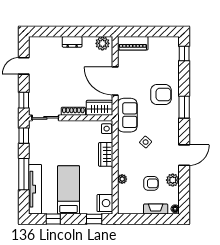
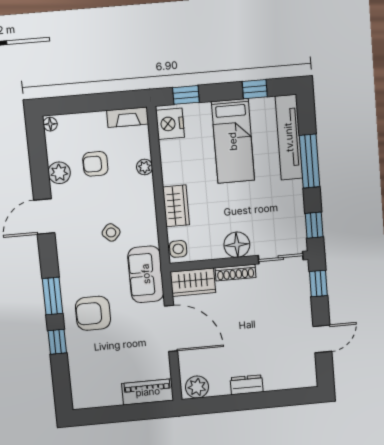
window: (184, 53) -> (57, 342), moved
floor lamp: (71, 128) -> (237, 245), added
fireplace: (156, 209) -> (128, 117), moved

